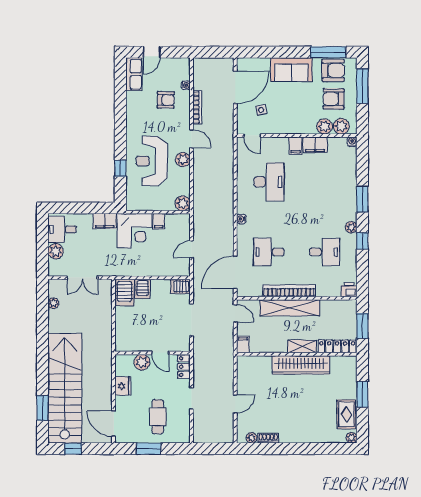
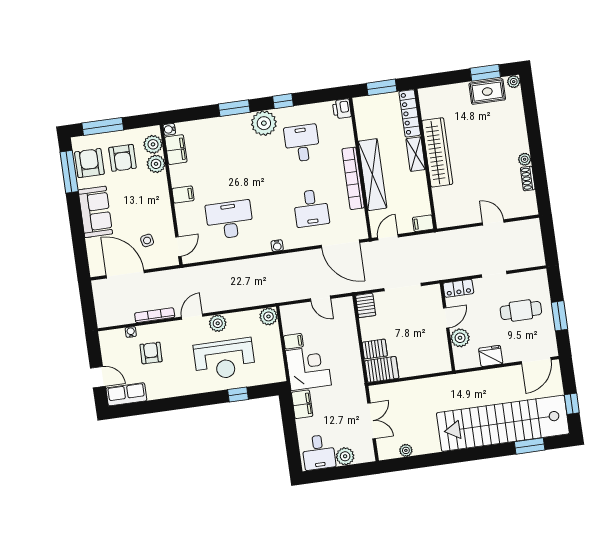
filing cabinet: (315, 145) -> (176, 150), moved
plant: (351, 227) -> (264, 123), width x1.87, depth x1.87
window: (362, 394) -> (485, 73), moved
plant: (252, 438) -> (525, 159), moved

